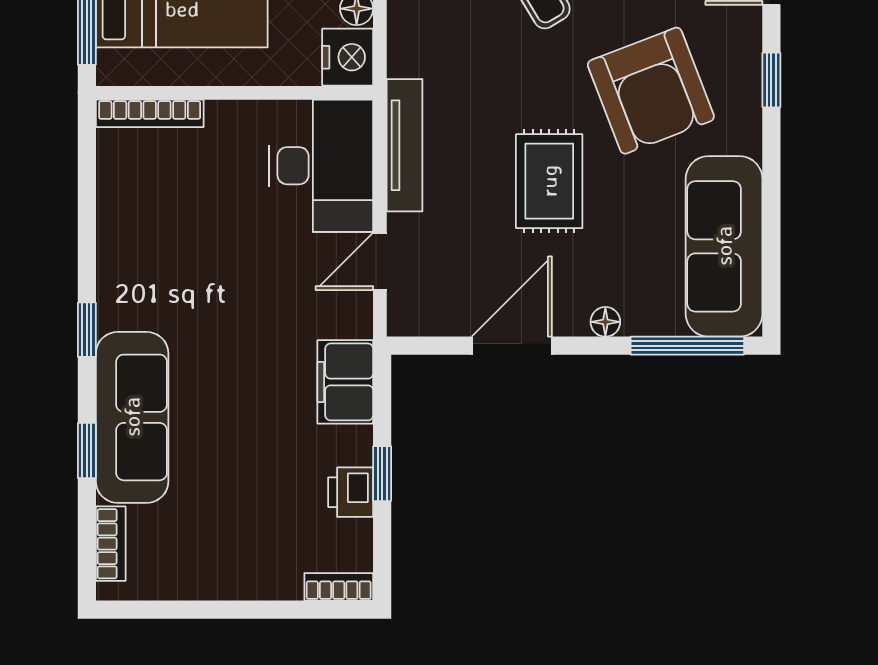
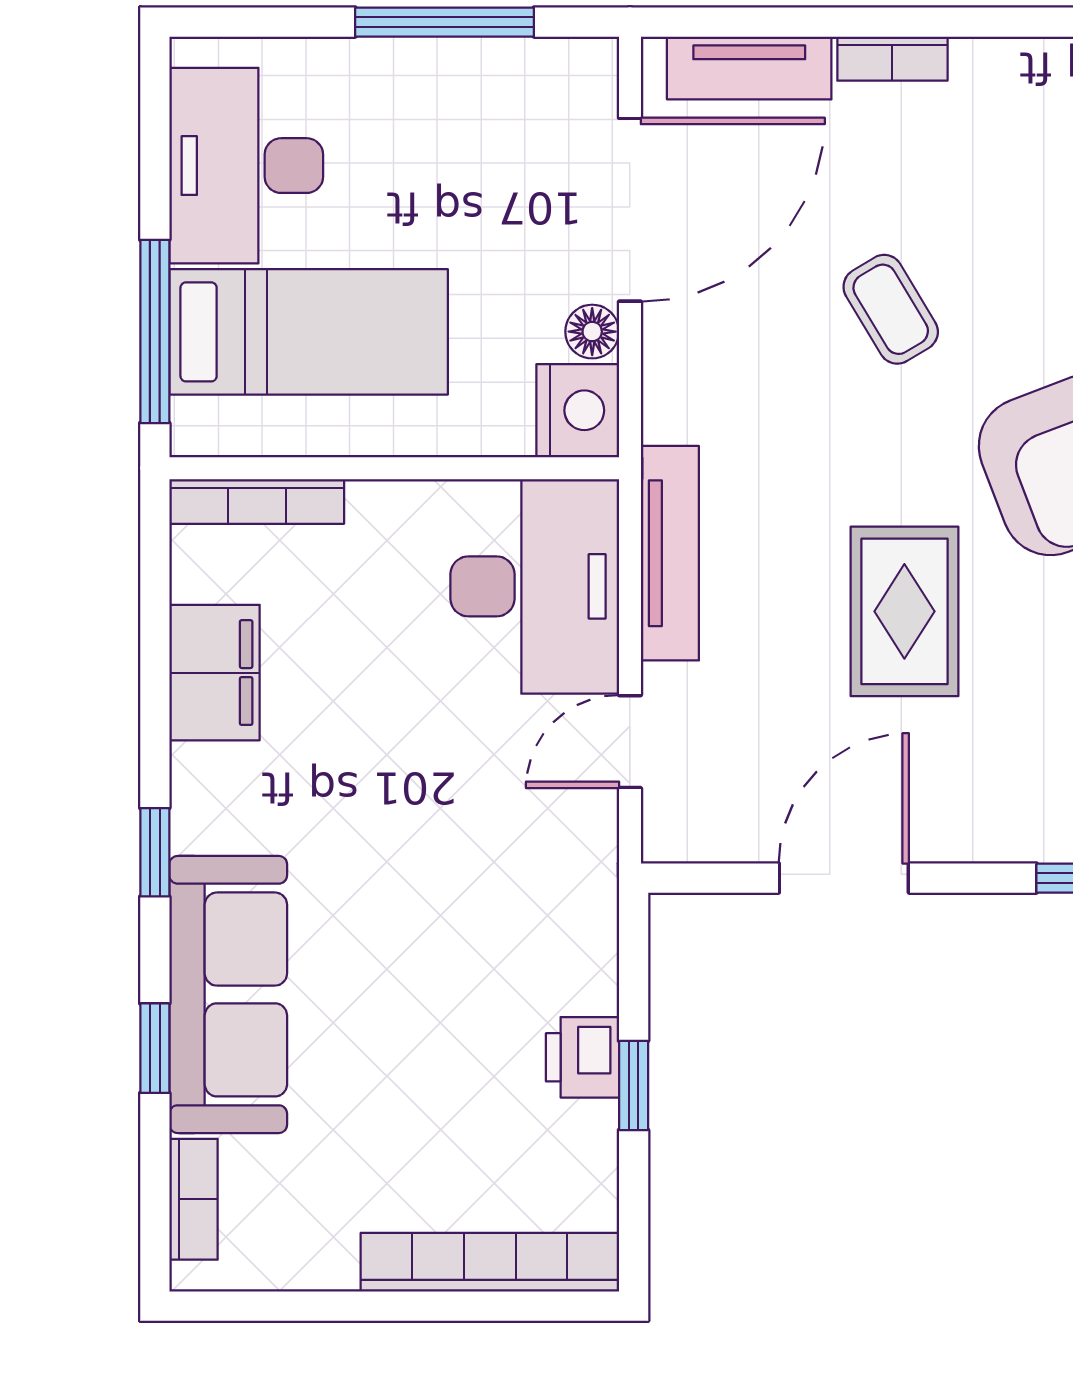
floor lamp: (605, 322) -> (996, 839), removed
filing cabinet: (345, 382) -> (215, 673), moved, turned 180
printer: (351, 492) -> (583, 1057), moved
bookcase: (339, 587) -> (490, 1262), width x2.31, depth x1.31

